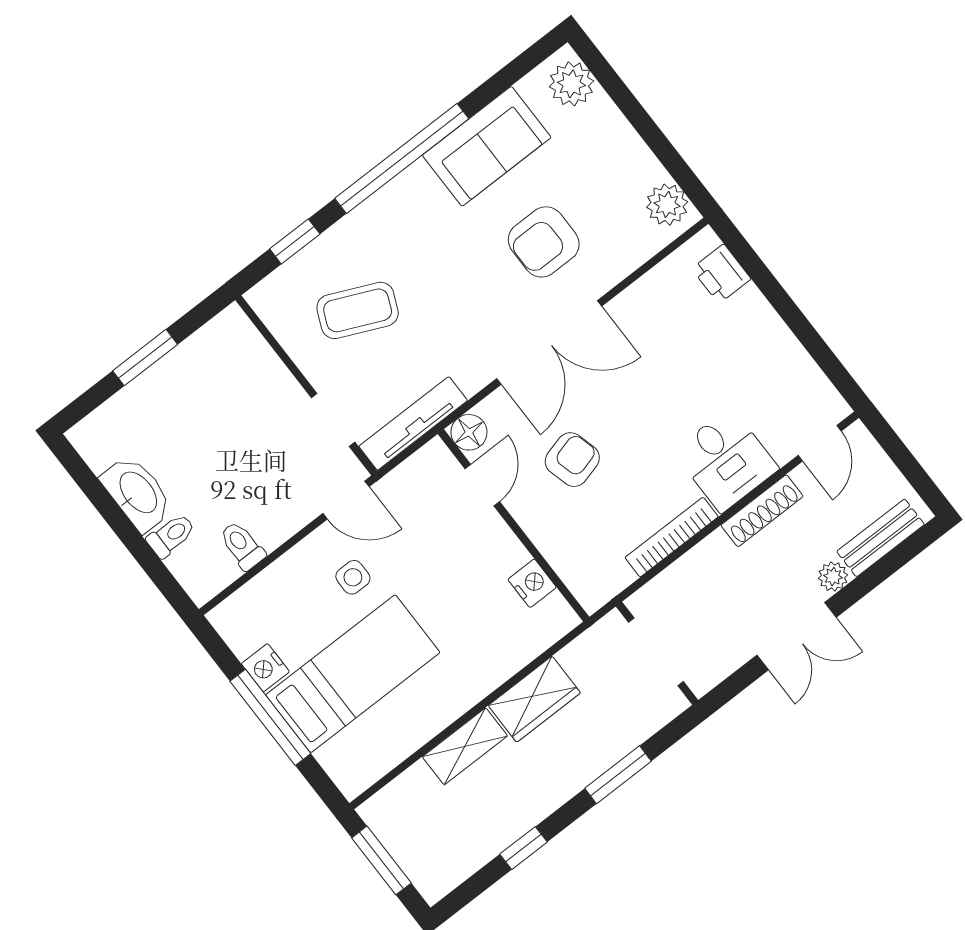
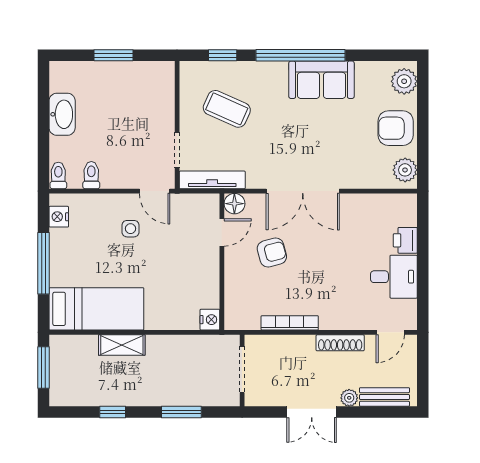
sofa: (487, 146) -> (321, 80), moved
armchair: (544, 242) -> (396, 128), moved
printer: (721, 274) -> (405, 240), moved
desk: (726, 460) -> (394, 277), moved, turned -90
toilet: (171, 535) -> (58, 175), moved, turned -90
nightstand: (532, 583) -> (210, 320), moved
nightstand: (265, 668) -> (59, 217), moved
bed: (353, 674) -> (96, 309), moved
wardrobe: (534, 699) -> (170, 348), removed

